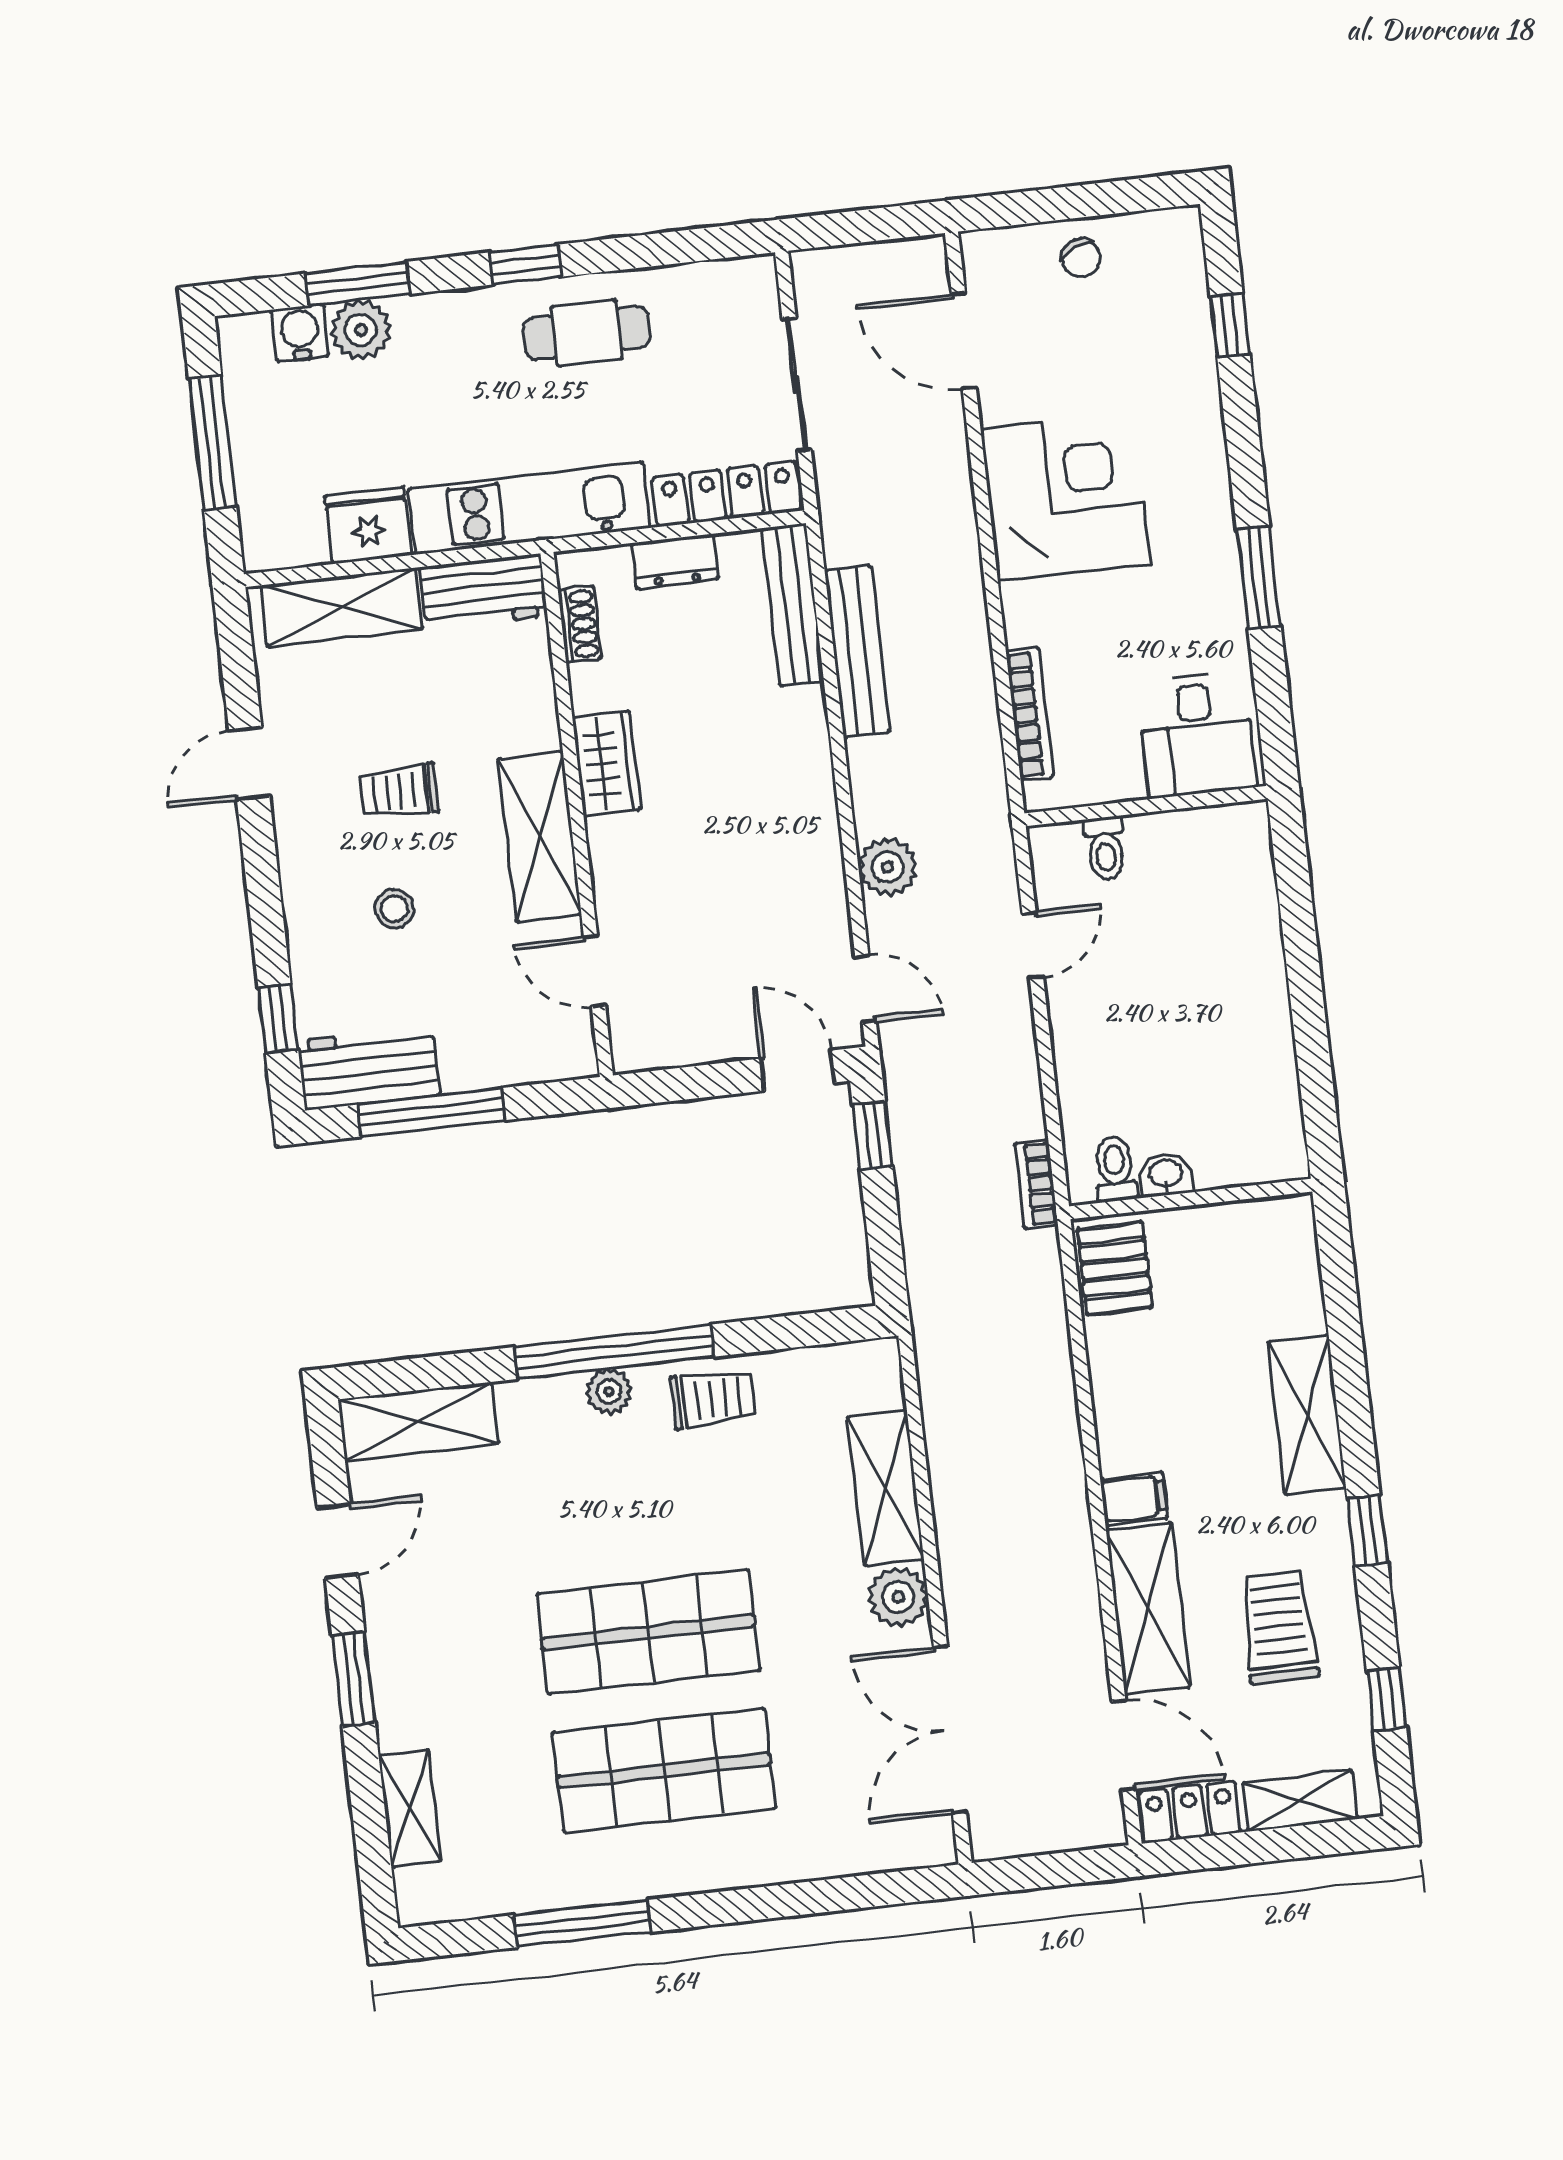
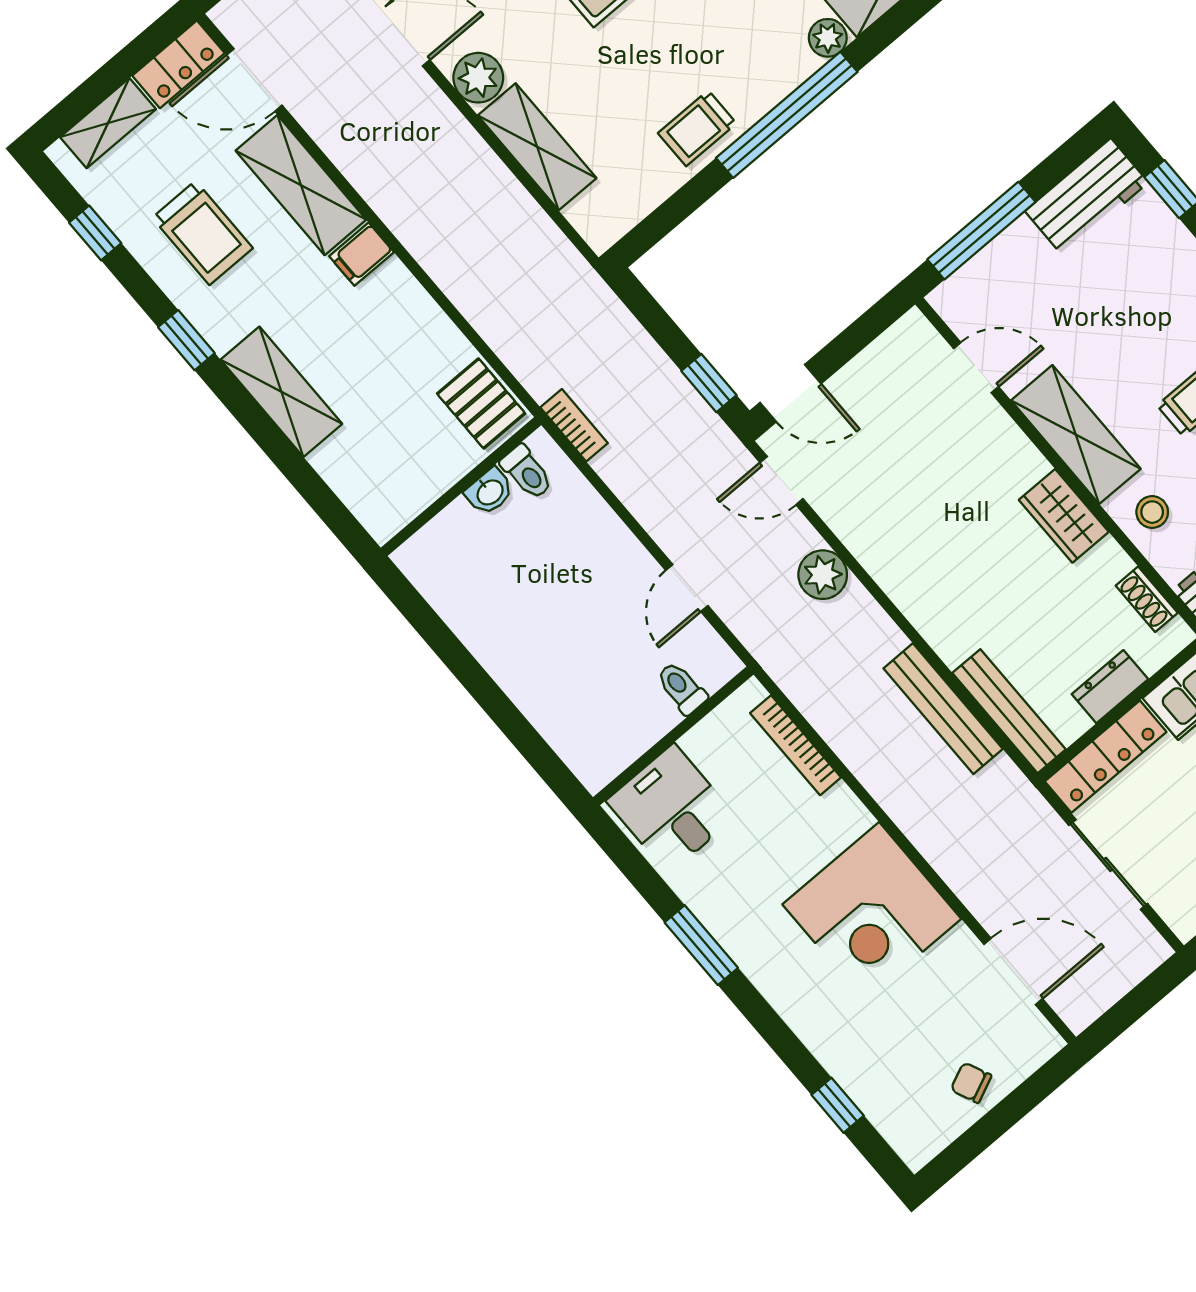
stool: (394, 909) -> (1152, 512), moved
window: (431, 1112) -> (981, 231), moved
plant: (609, 1391) -> (828, 38), moved

